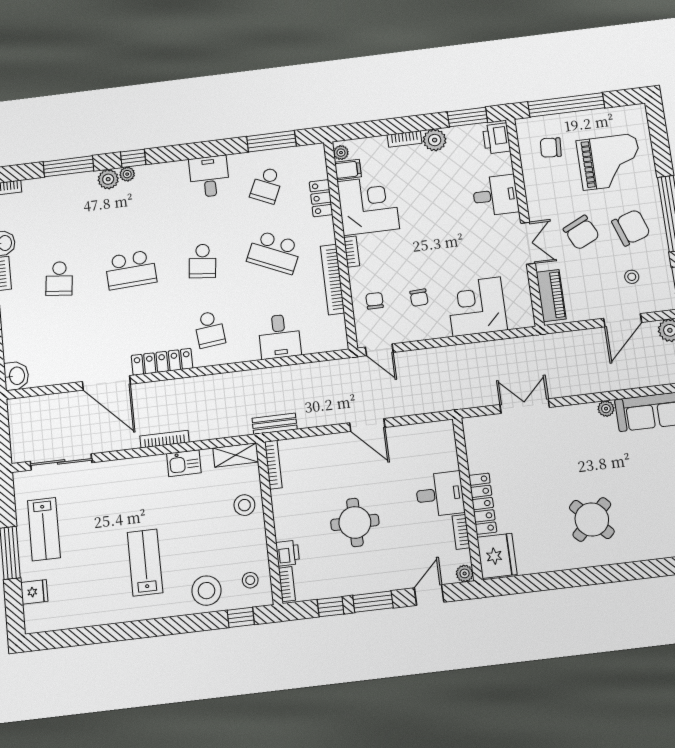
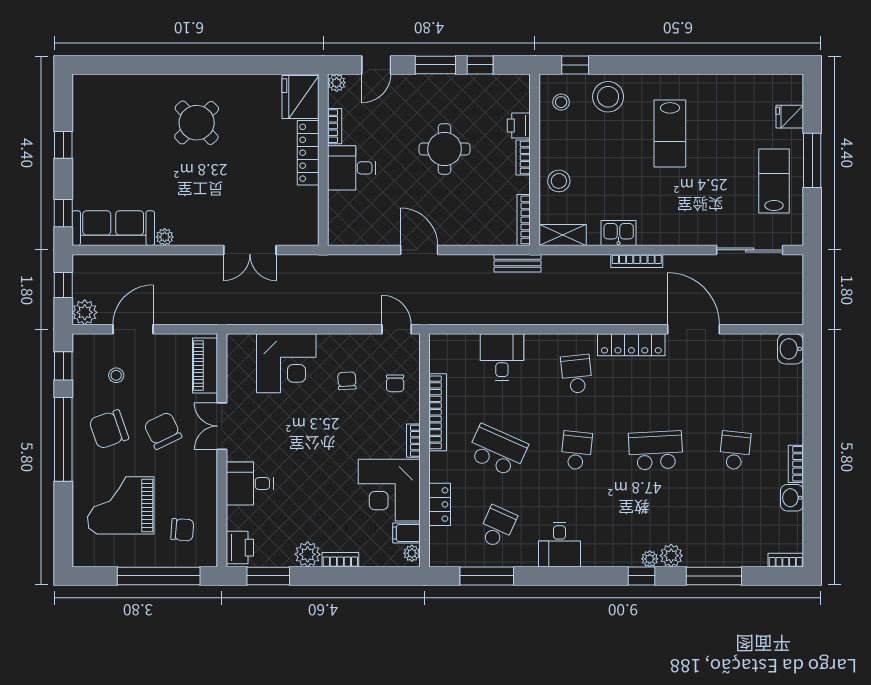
bookcase: (287, 584) -> (523, 158), moved

